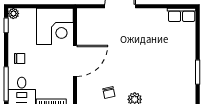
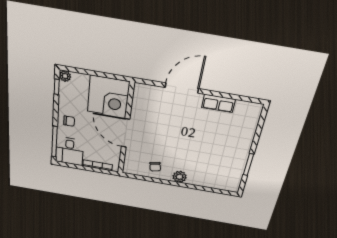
row of seats: (182, 15) -> (218, 103), moved
door: (75, 61) -> (126, 133), swing flipped

